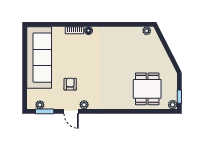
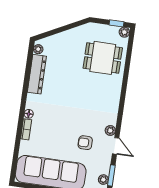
dresser: (124, 33) -> (37, 74), added
door: (71, 111) -> (116, 146), hinge flipped

